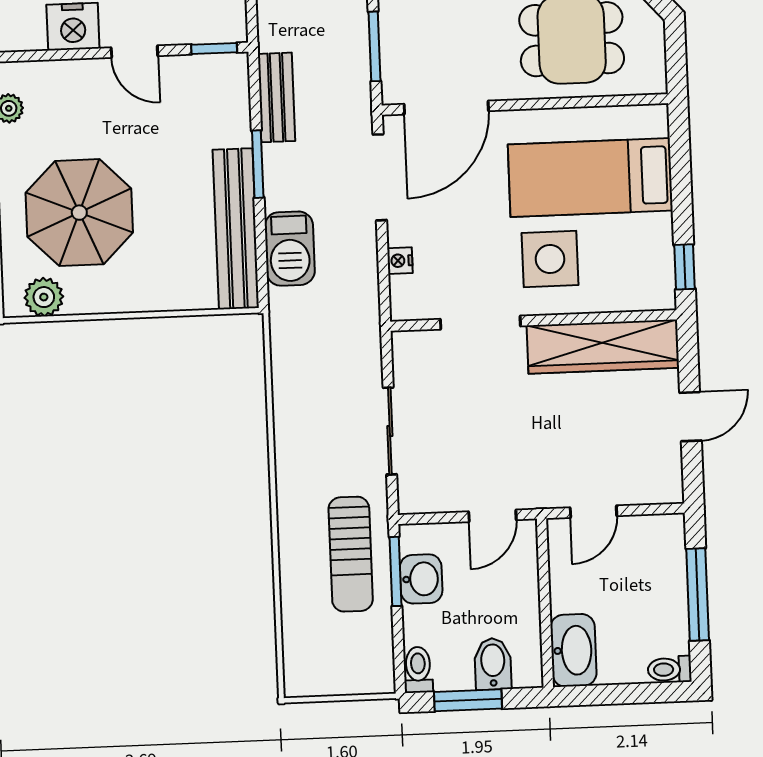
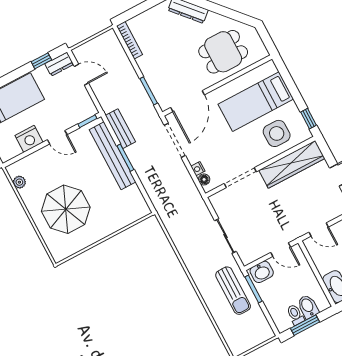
bench: (236, 229) -> (113, 156), moved
barbecue: (290, 249) -> (153, 184), removed
side table: (550, 259) -> (277, 133), moved
floor lamp: (402, 290) -> (204, 179), added
plant: (44, 297) -> (68, 248), removed
door: (593, 512) -> (319, 230), hinge flipped
door: (492, 516) -> (281, 250), hinge flipped
washbasin: (421, 579) -> (262, 272), moved, turned 90
toilet: (418, 670) -> (295, 315), moved

